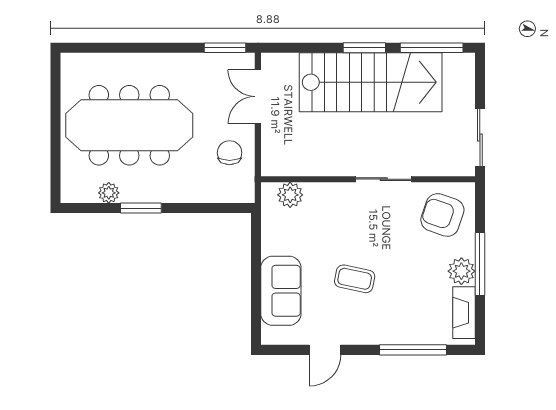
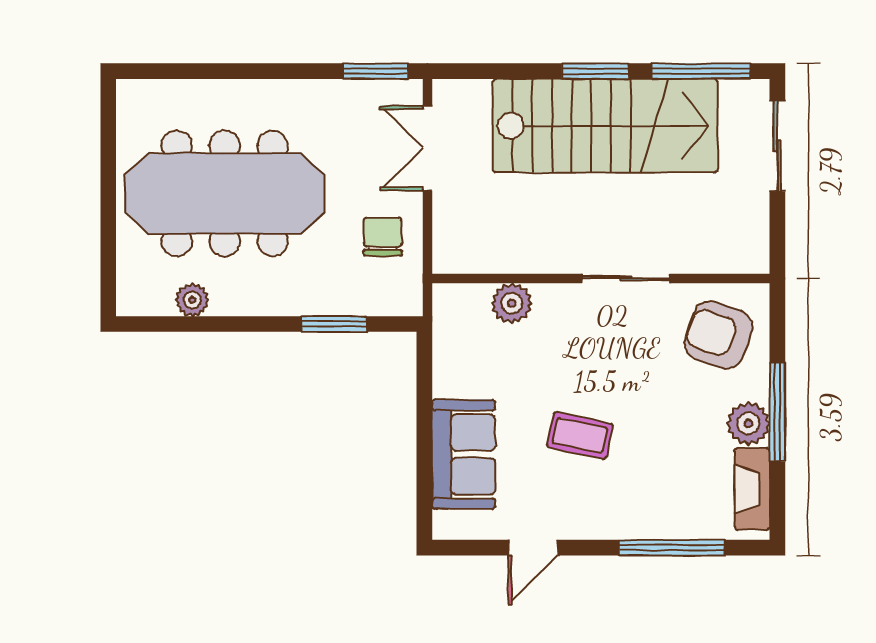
sliding door: (480, 137) -> (777, 146), moved
plant: (290, 195) -> (512, 303), moved
window: (141, 208) -> (334, 324), moved

